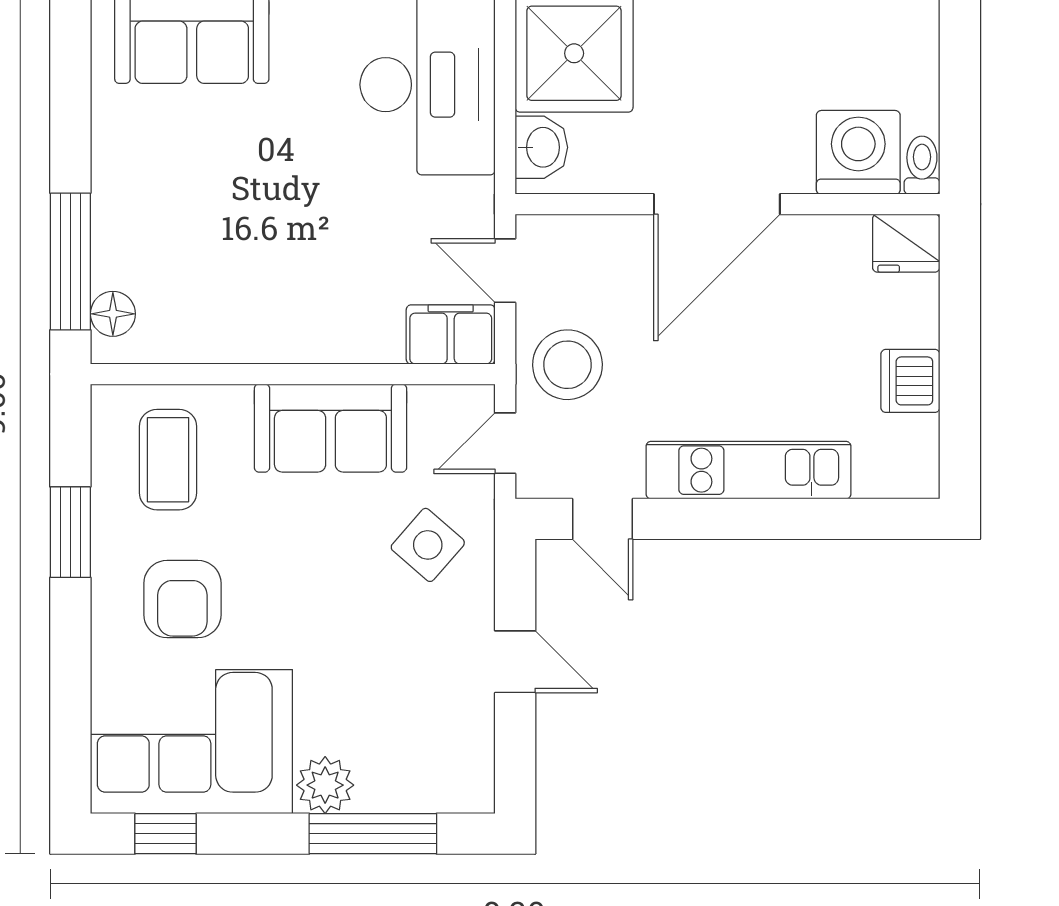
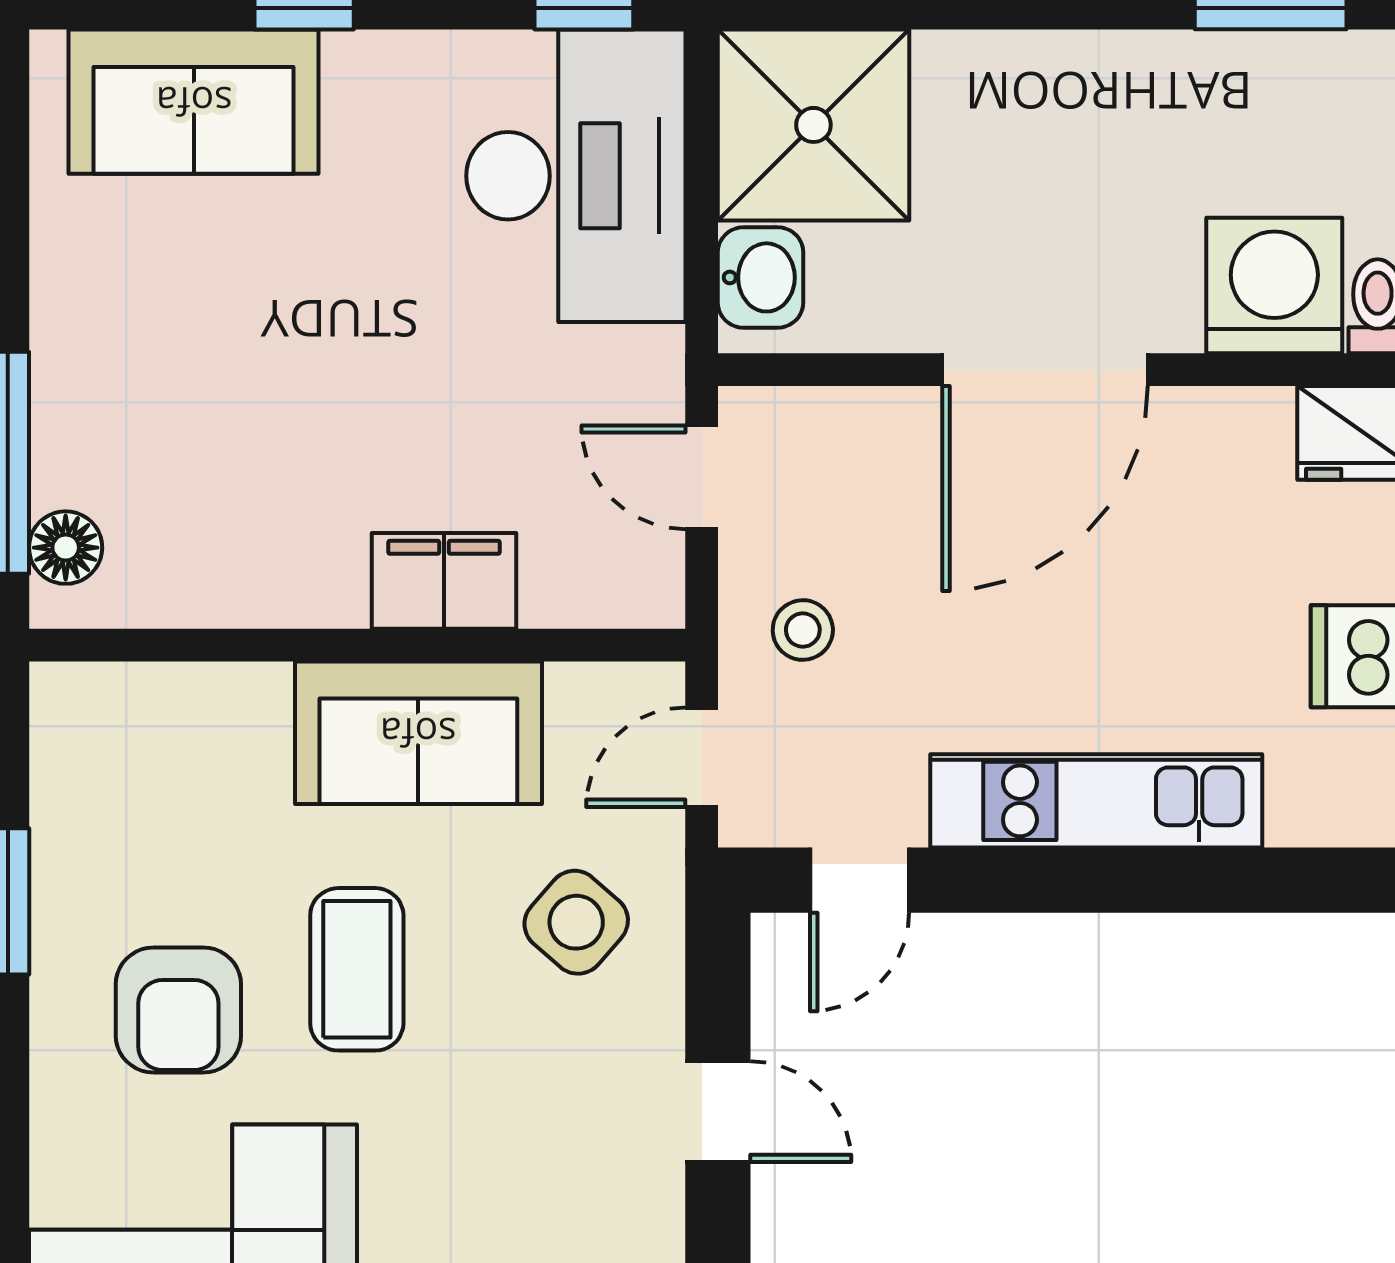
filing cabinet: (451, 334) -> (444, 581), moved
stool: (567, 365) -> (803, 630), width x0.53, depth x0.53
coffee table: (168, 460) -> (357, 969), moved
door: (603, 519) -> (860, 880), hinge flipped

